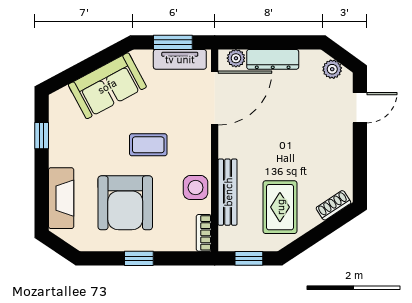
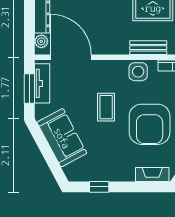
bench: (228, 192) -> (148, 48), width x0.73
fireplace: (61, 198) -> (152, 175), width x0.73, depth x0.76
armchair: (125, 203) -> (150, 124), turned 90

